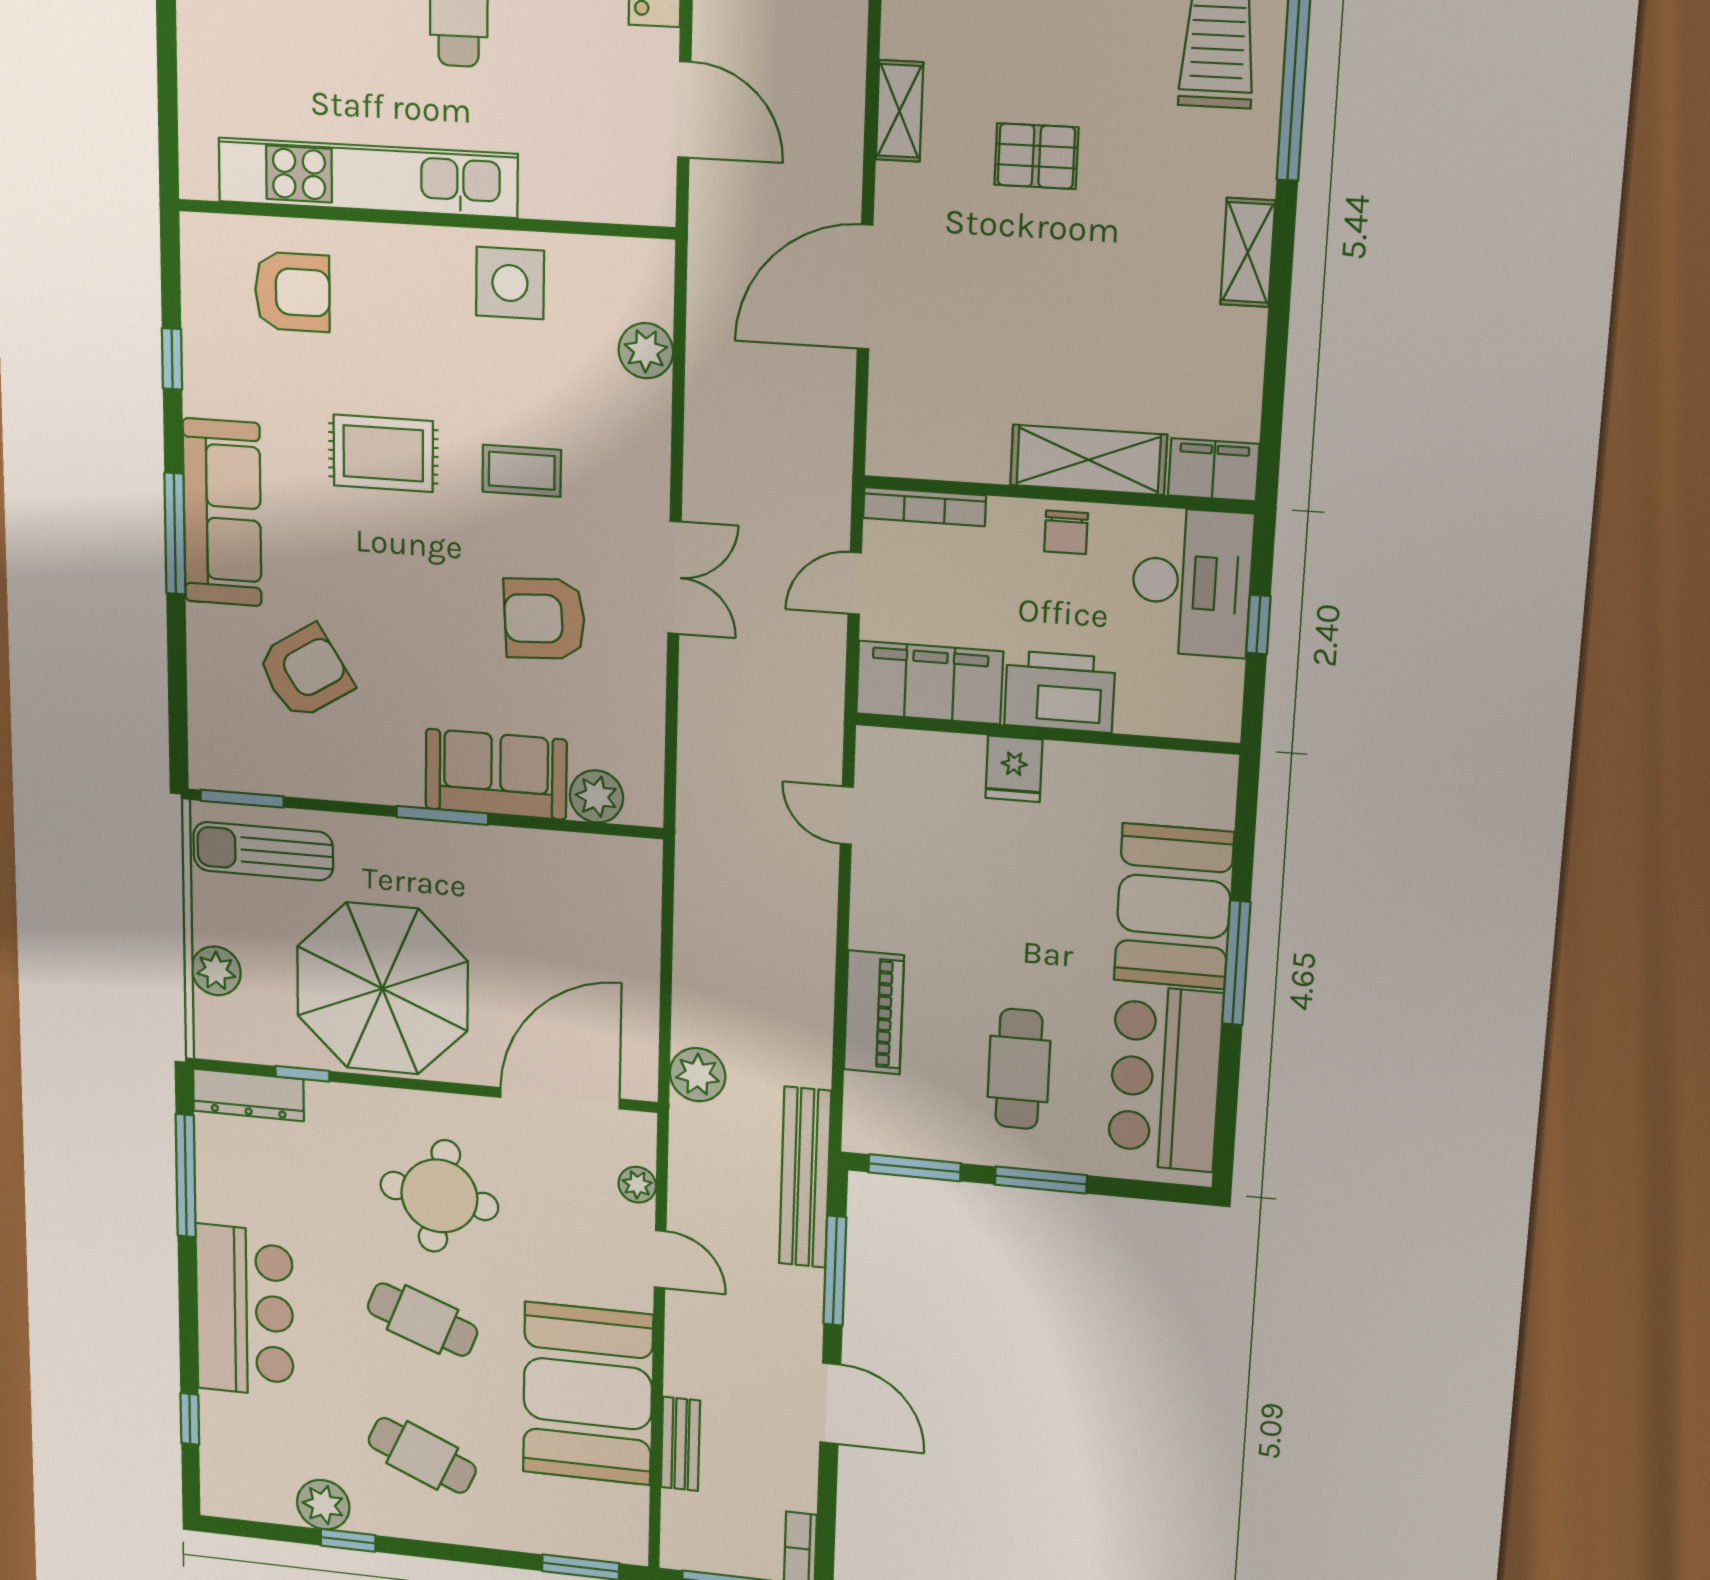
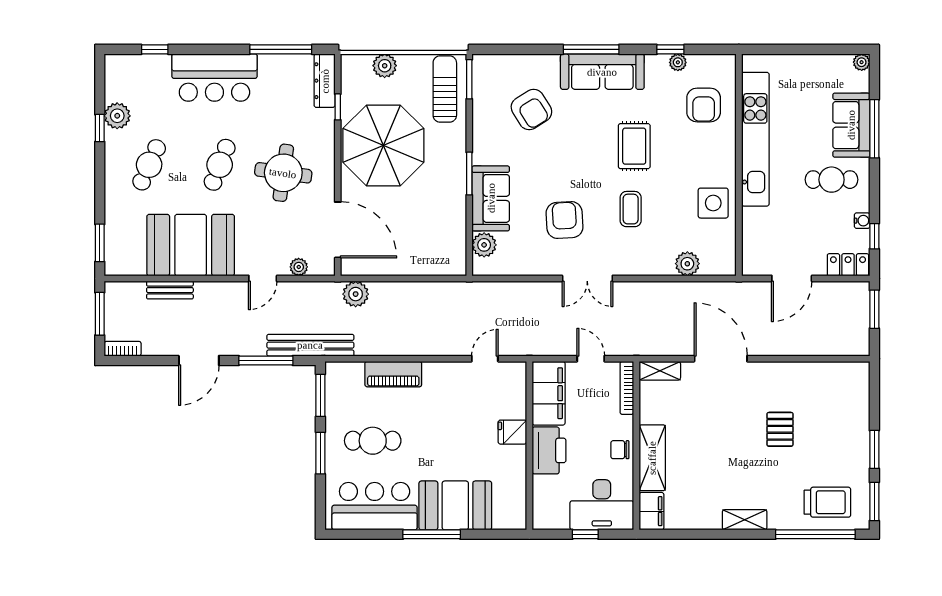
shelving: (899, 111) -> (660, 371), moved
plant: (200, 344) -> (678, 62), added

